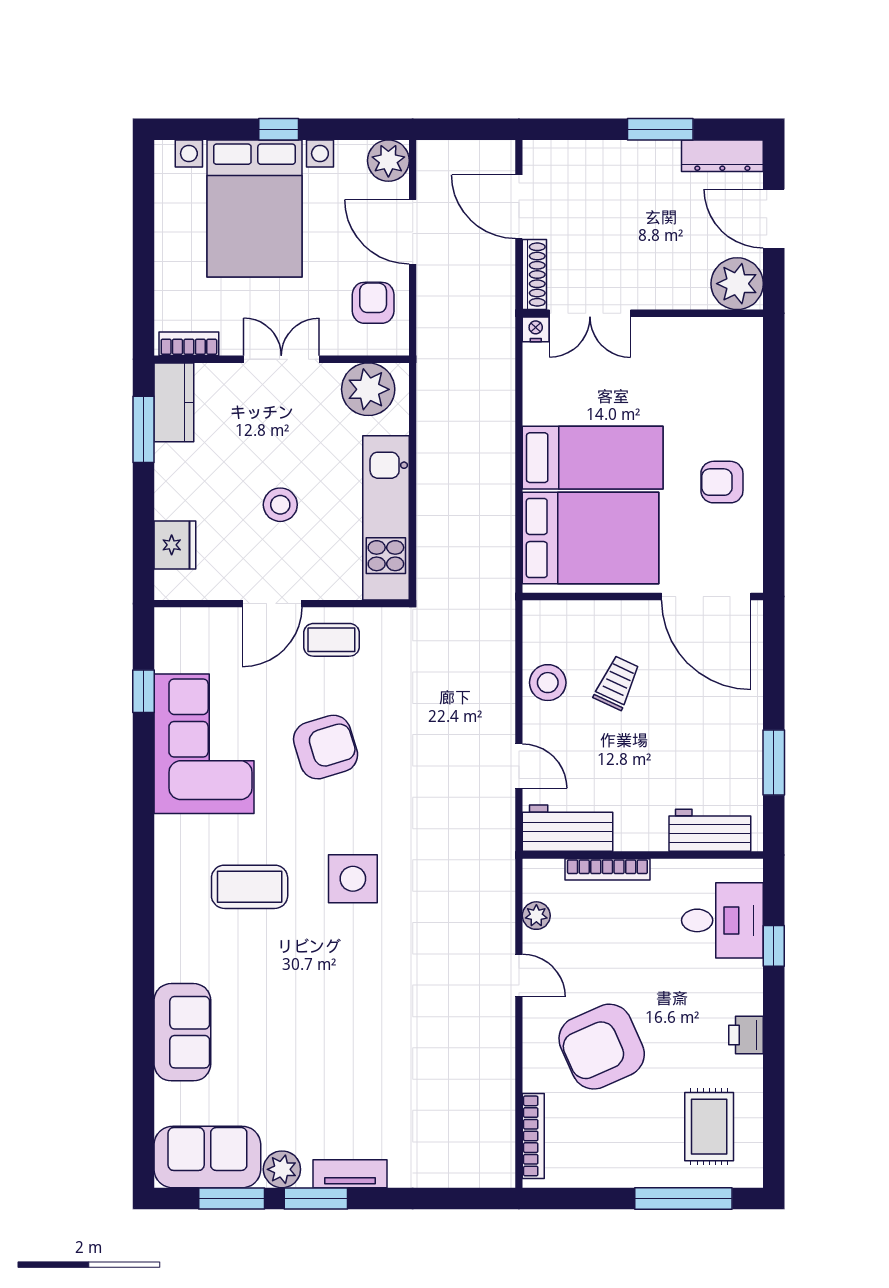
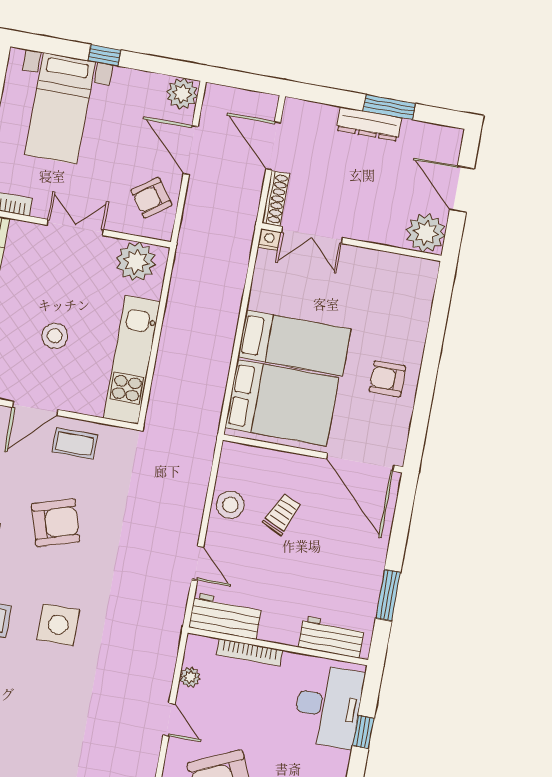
dresser: (722, 156) -> (369, 124), moved
bed with nightstands: (254, 208) -> (60, 108), width x0.73
armchair: (373, 303) -> (151, 198), turned -126
desk: (722, 920) -> (328, 706), width x1.37

